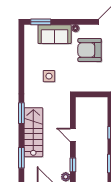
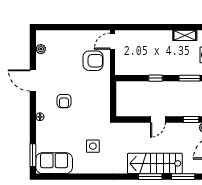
sofa: (55, 34) -> (54, 163), moved, turned -90
armchair: (90, 50) -> (64, 101), width x0.53, depth x0.53
window: (21, 113) -> (150, 177), moved

